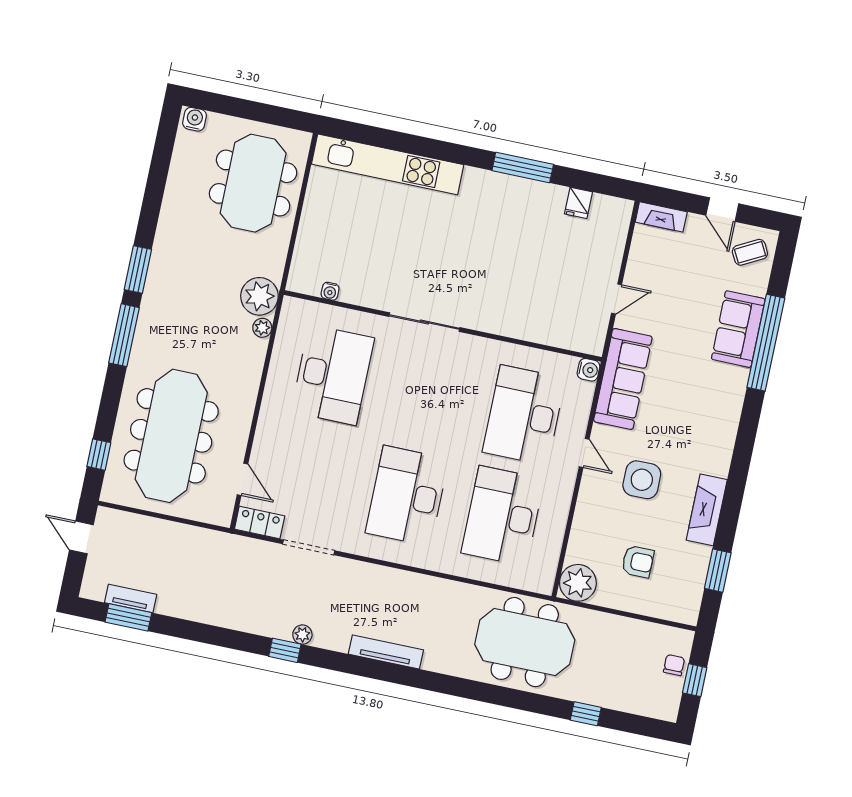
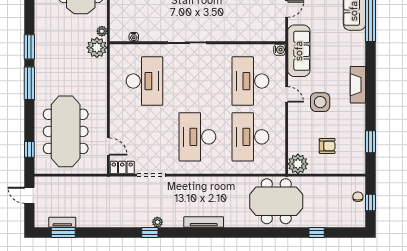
plant: (262, 328) -> (102, 31), moved
fireplace: (707, 510) -> (358, 85), moved

